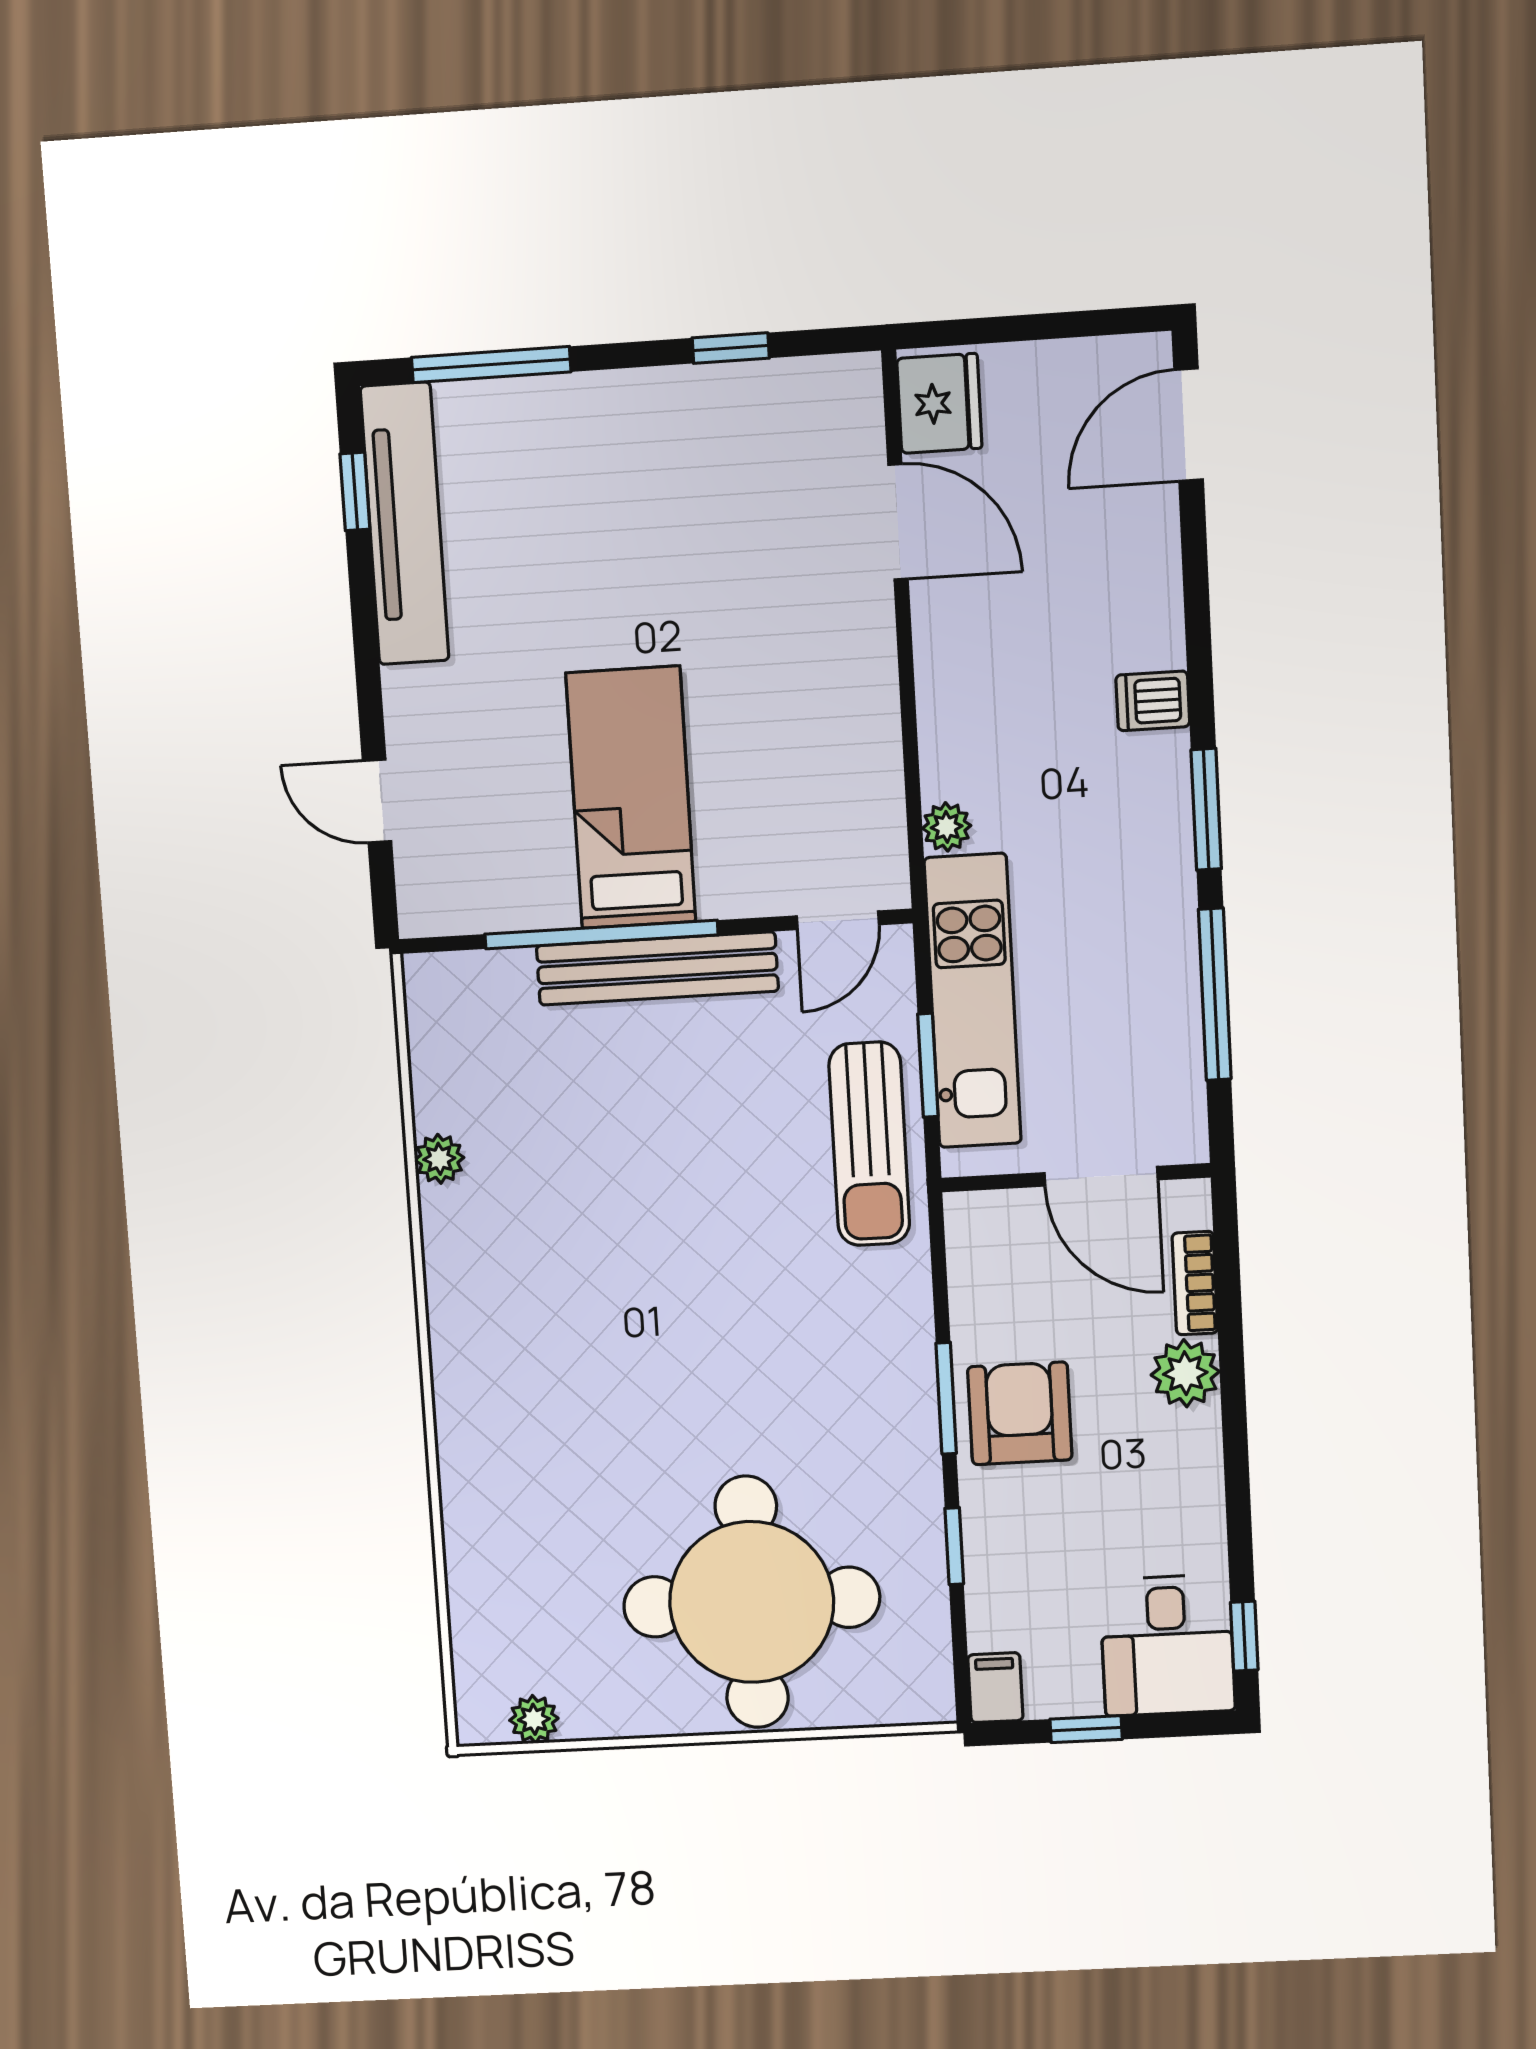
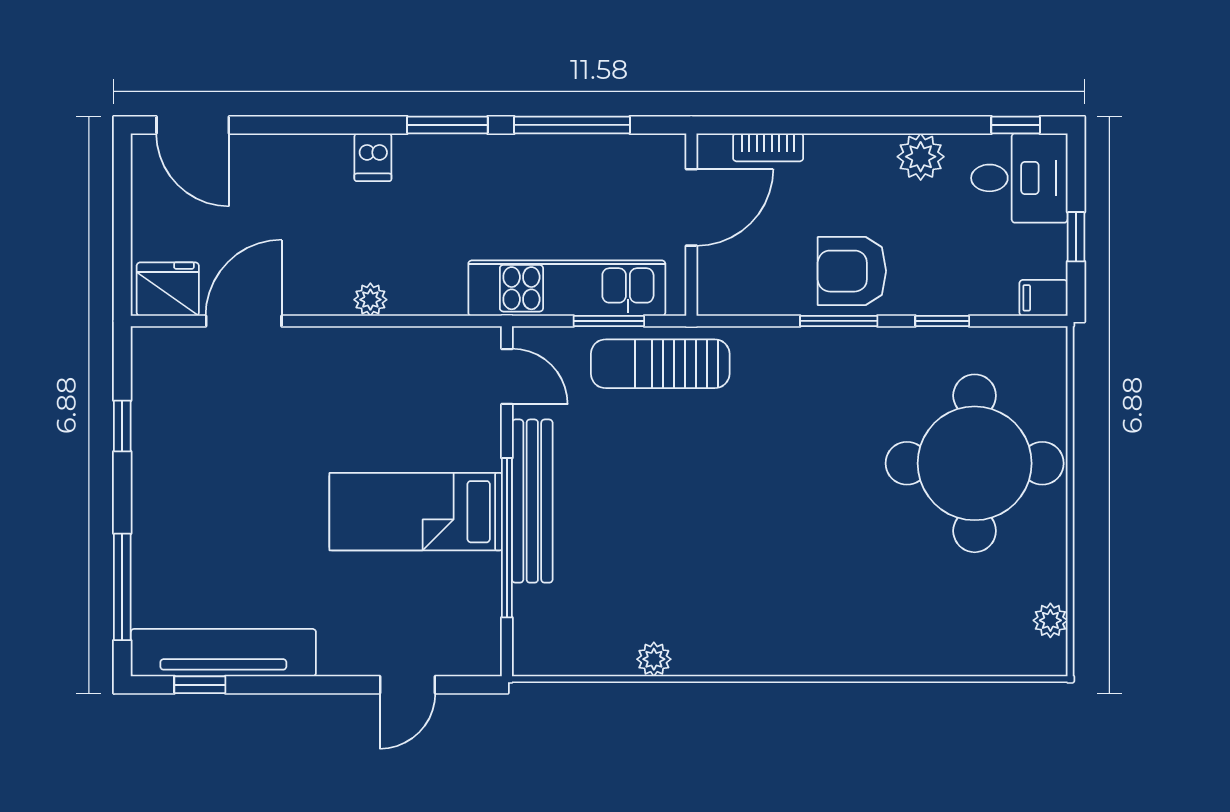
plant: (947, 827) -> (370, 300), moved
sun lounger: (869, 1144) -> (660, 364), turned 180
plant: (1185, 1373) -> (921, 157), moved

